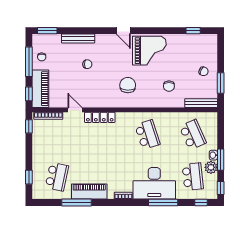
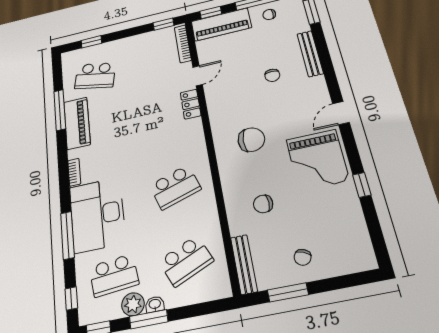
window: (193, 31) -> (362, 185), moved
locker: (100, 117) -> (191, 104), width x0.66

